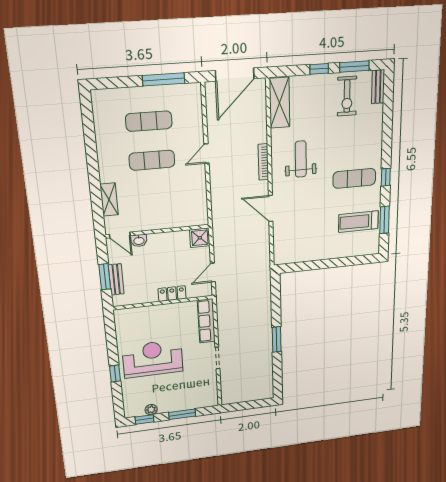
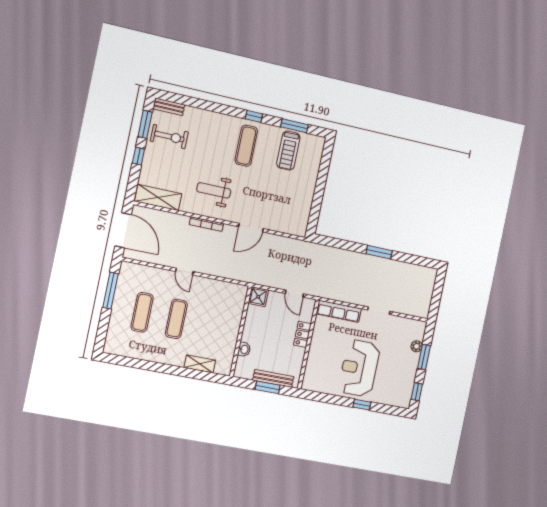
door: (120, 235) -> (234, 364), removed
bench: (116, 279) -> (273, 378), width x1.36
plant: (151, 410) -> (417, 346), moved

